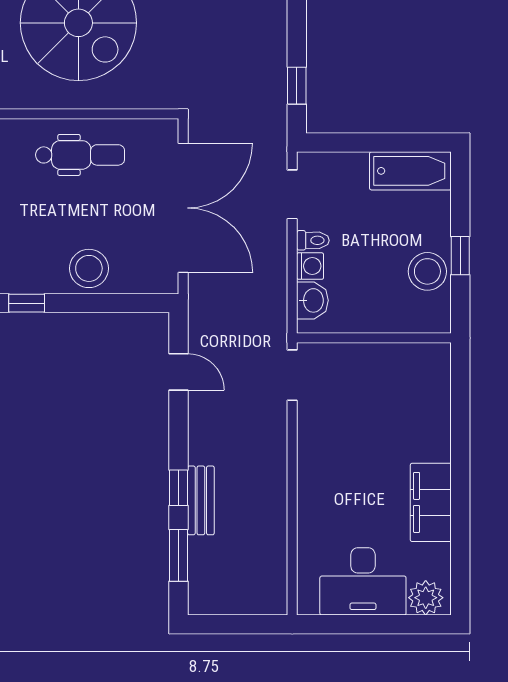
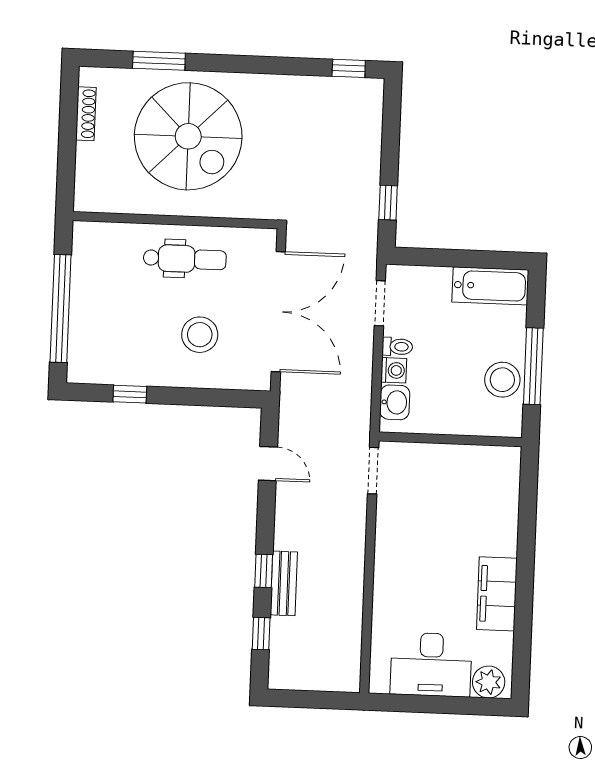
window: (460, 256) -> (533, 366), width x2.17
stool: (89, 268) -> (200, 335), moved
window: (179, 555) -> (261, 634), width x0.67

